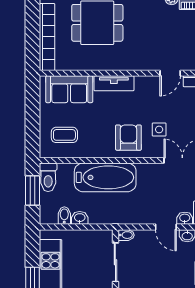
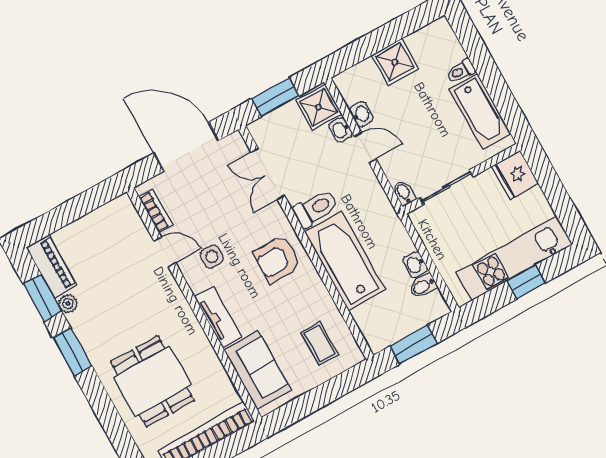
side table: (159, 129) -> (212, 257), moved
toilet: (48, 177) -> (316, 208), moved
door: (166, 227) -> (365, 148), hinge flipped

